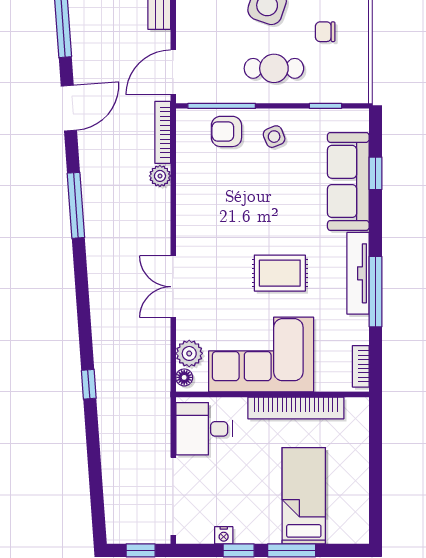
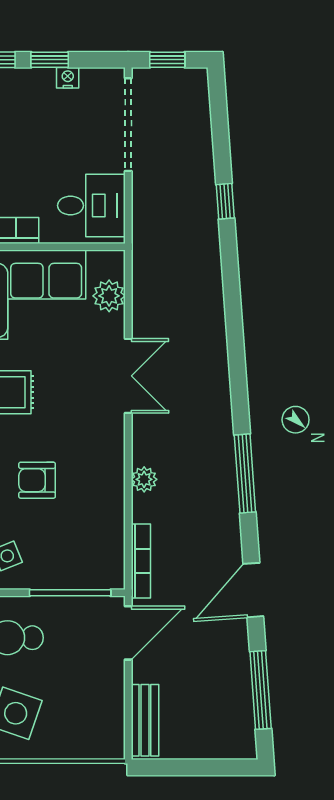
armchair: (226, 131) -> (37, 480), moved, turned 180
plant: (160, 176) -> (144, 479), moved
floor lamp: (184, 377) -> (115, 267), removed
window: (89, 384) -> (225, 201), moved

